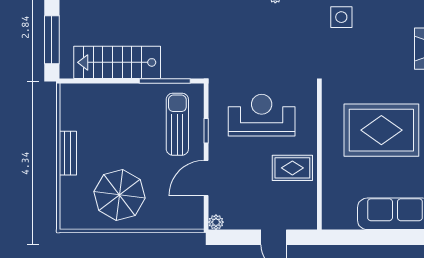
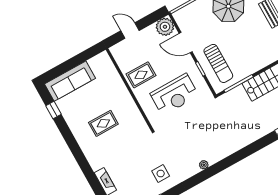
rug: (381, 130) -> (103, 123), width x0.54, depth x0.49
door: (206, 178) -> (186, 43), swing flipped
plant: (216, 222) -> (165, 27), width x1.88, depth x1.88

